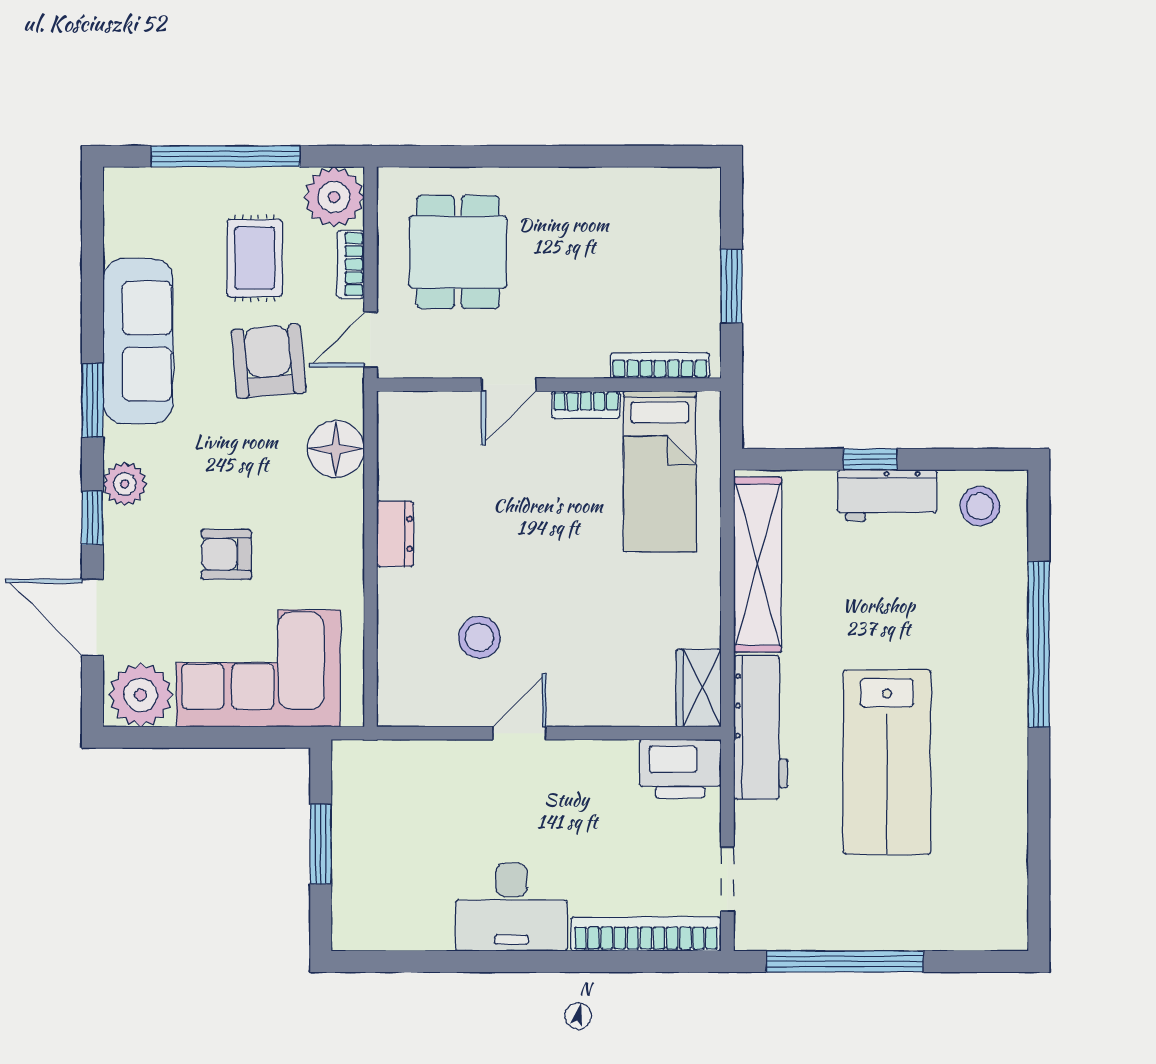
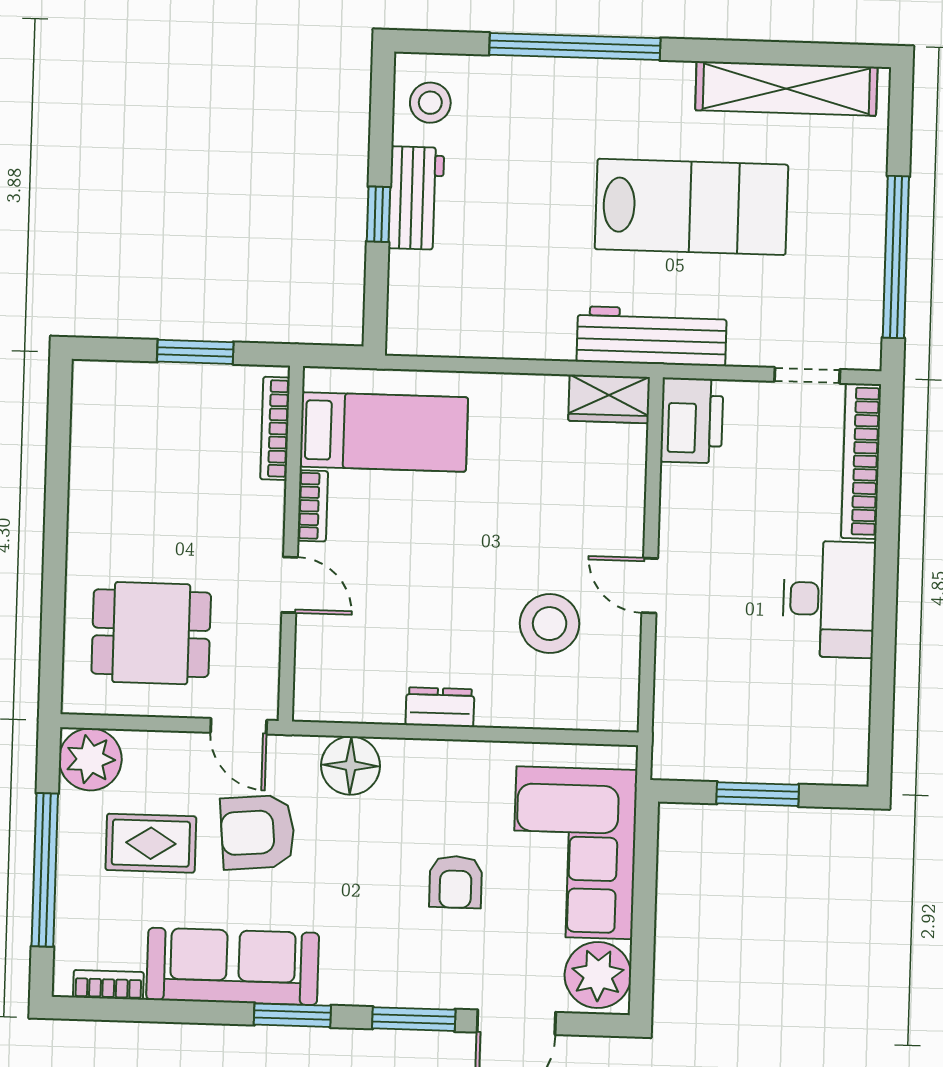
bookcase: (351, 264) -> (108, 985), moved, turned 180
plant: (125, 484) -> (380, 985), removed
window: (92, 518) -> (414, 1019), width x1.50
shelving: (757, 565) -> (786, 89), moved
stool: (479, 637) -> (550, 624), width x1.38, depth x1.38

